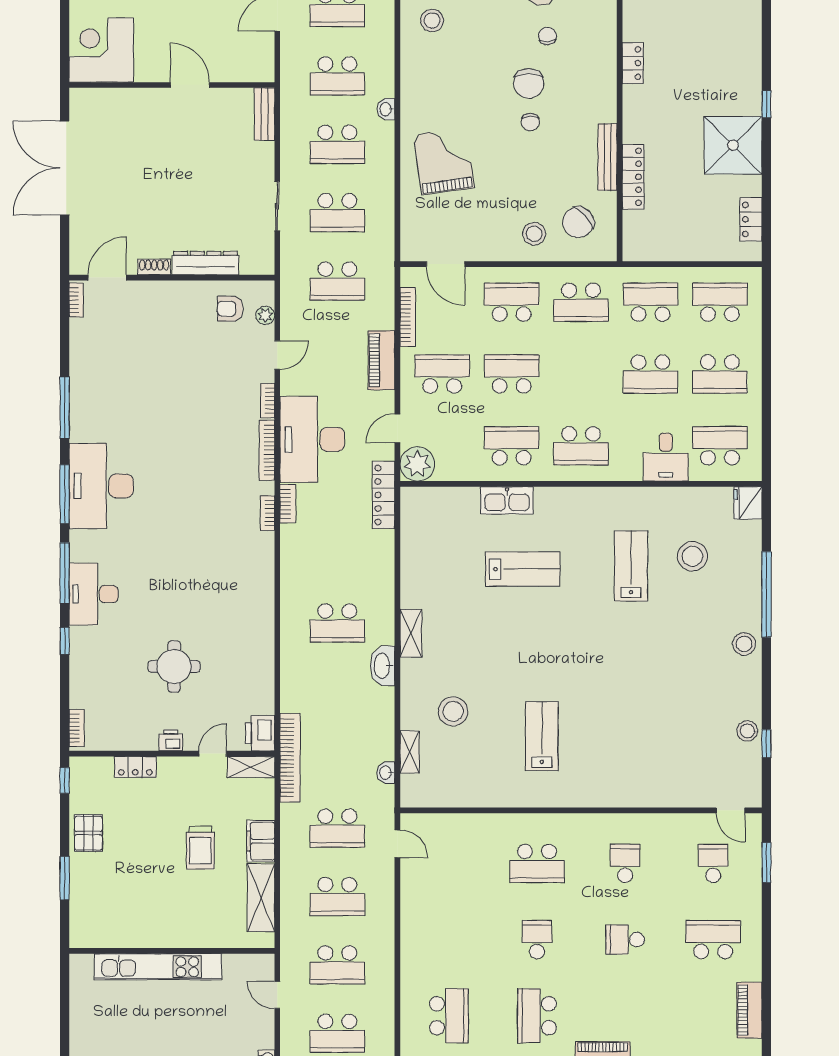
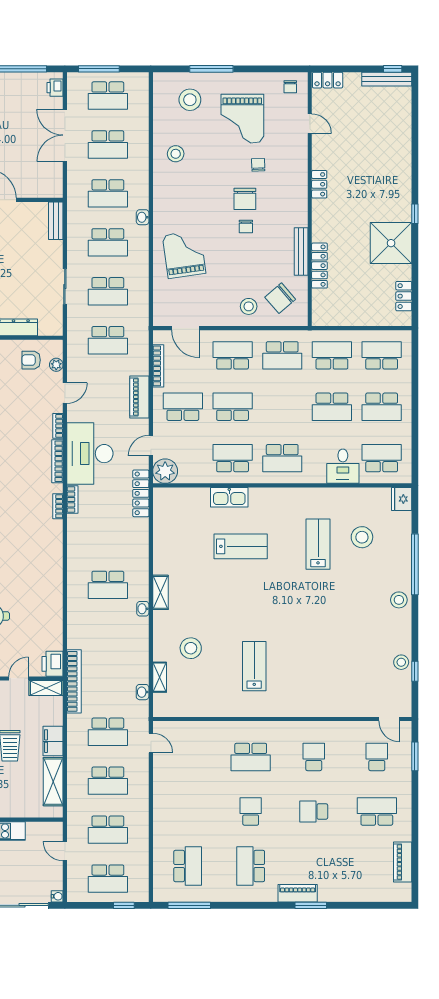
washbasin: (382, 666) -> (143, 609), width x0.52, depth x0.69

